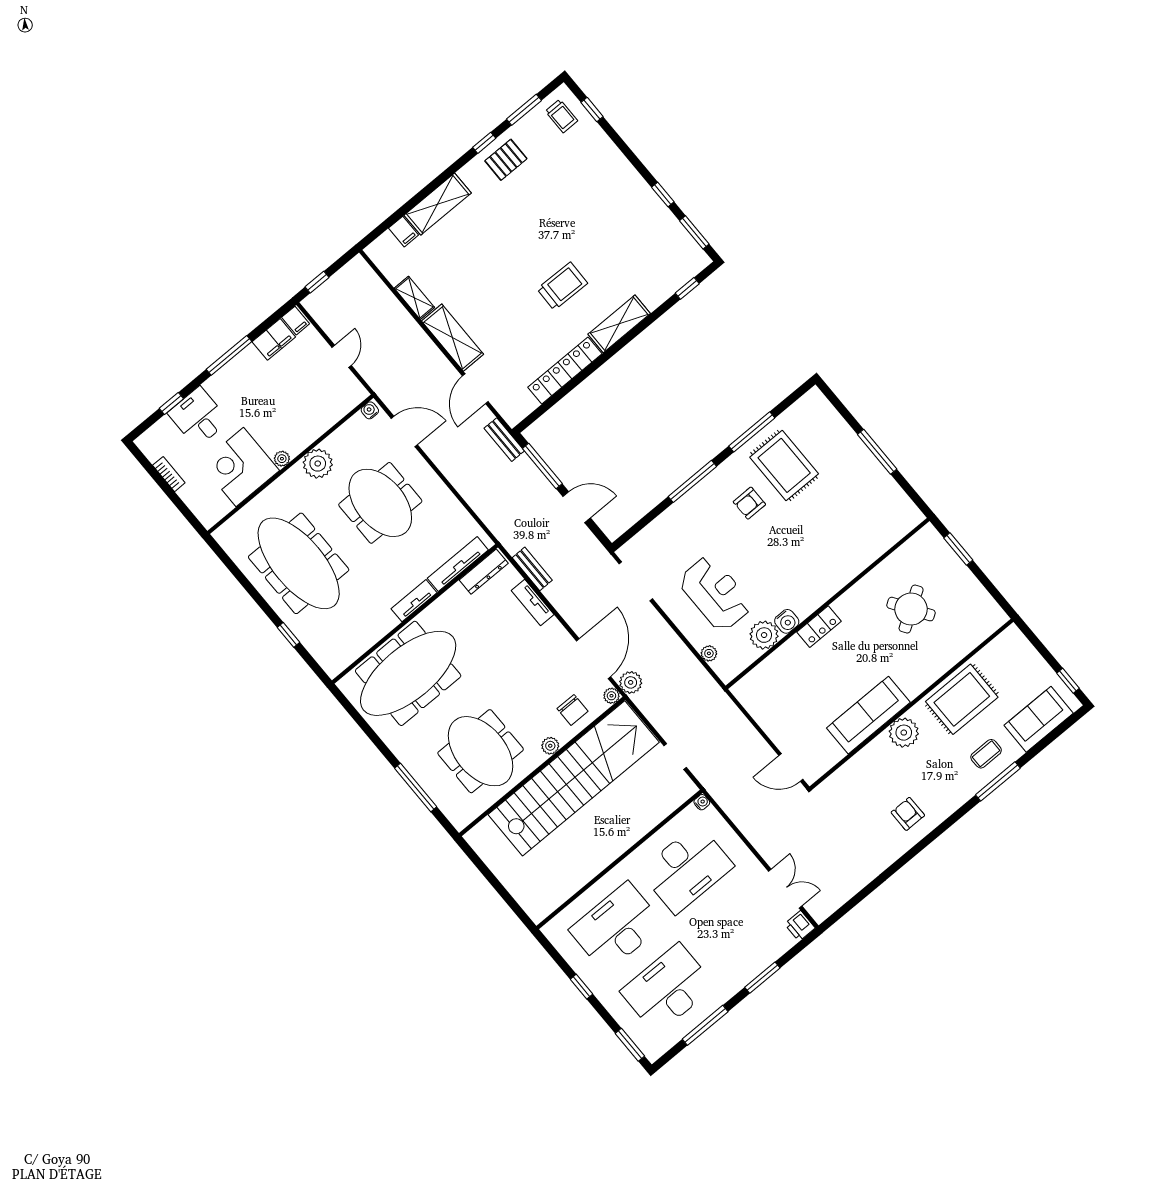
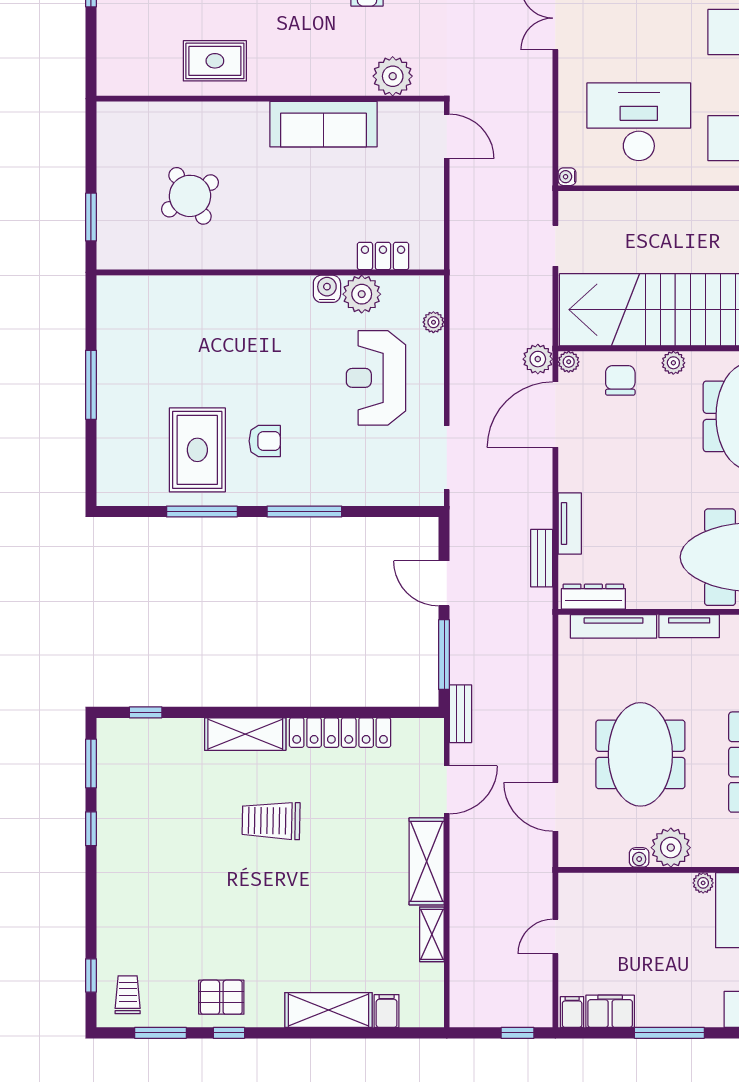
water cooler: (370, 410) -> (639, 857), moved
locker: (819, 627) -> (383, 256), moved
rug: (962, 699) -> (215, 61), width x0.73, depth x0.70
plant: (904, 733) -> (393, 76), moved

